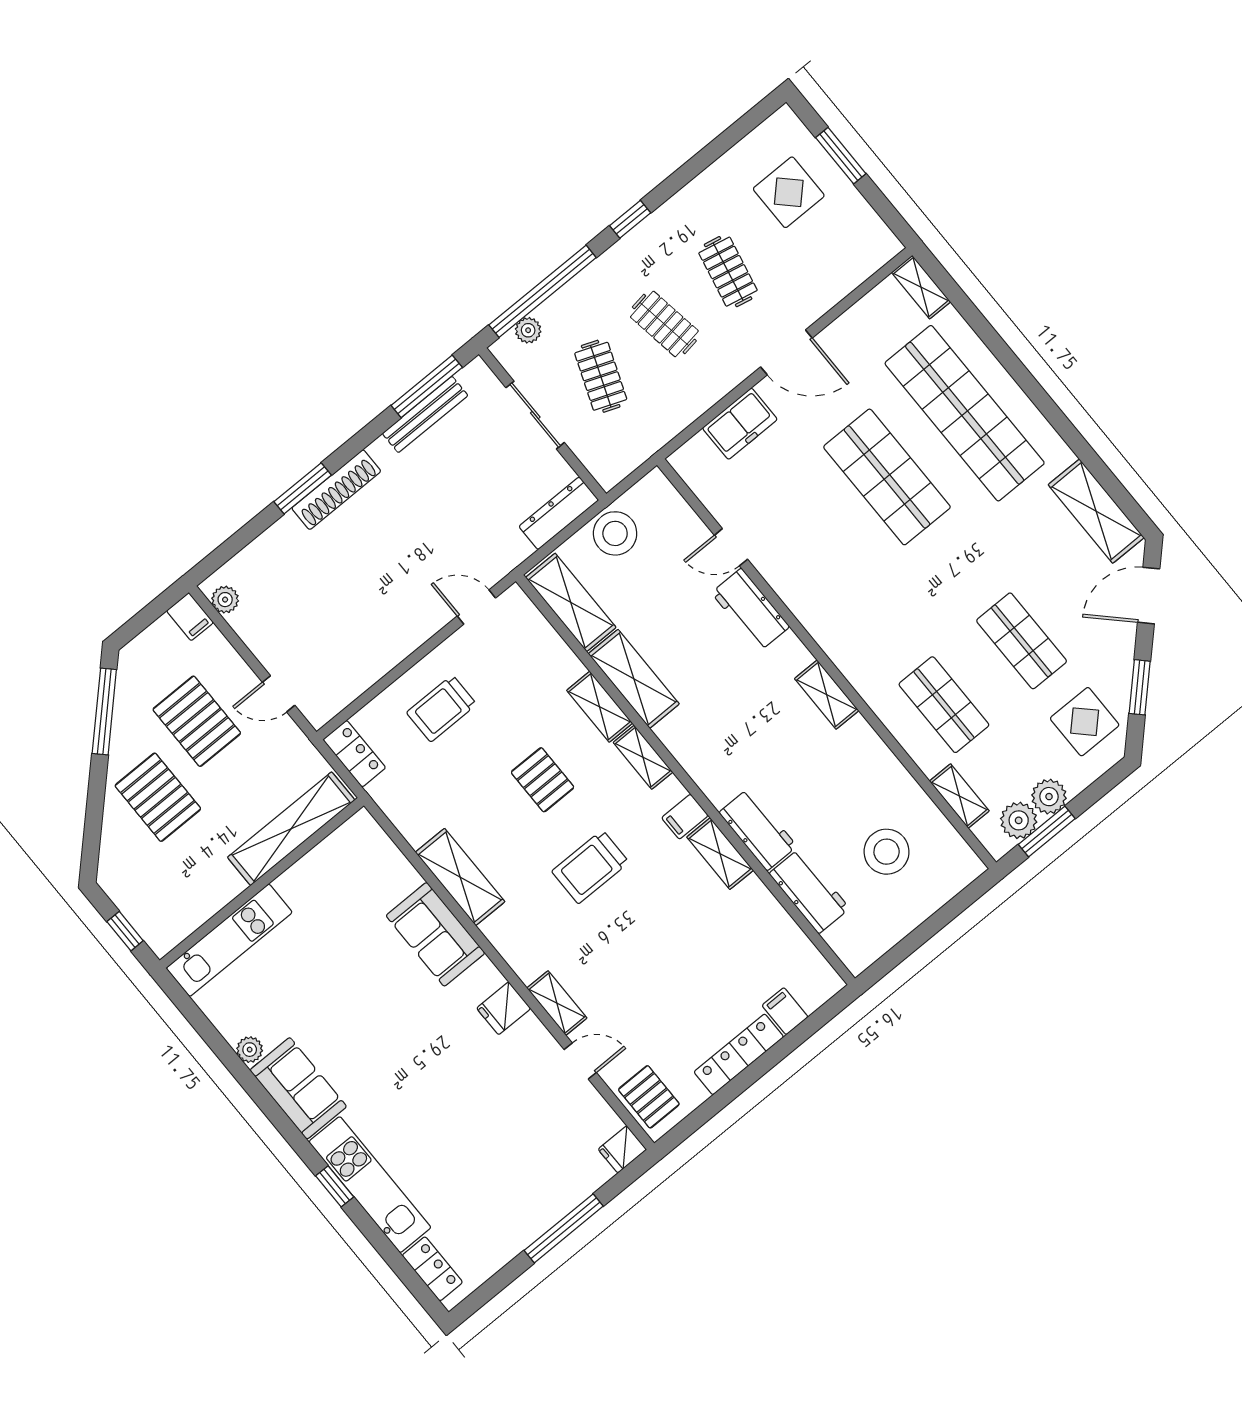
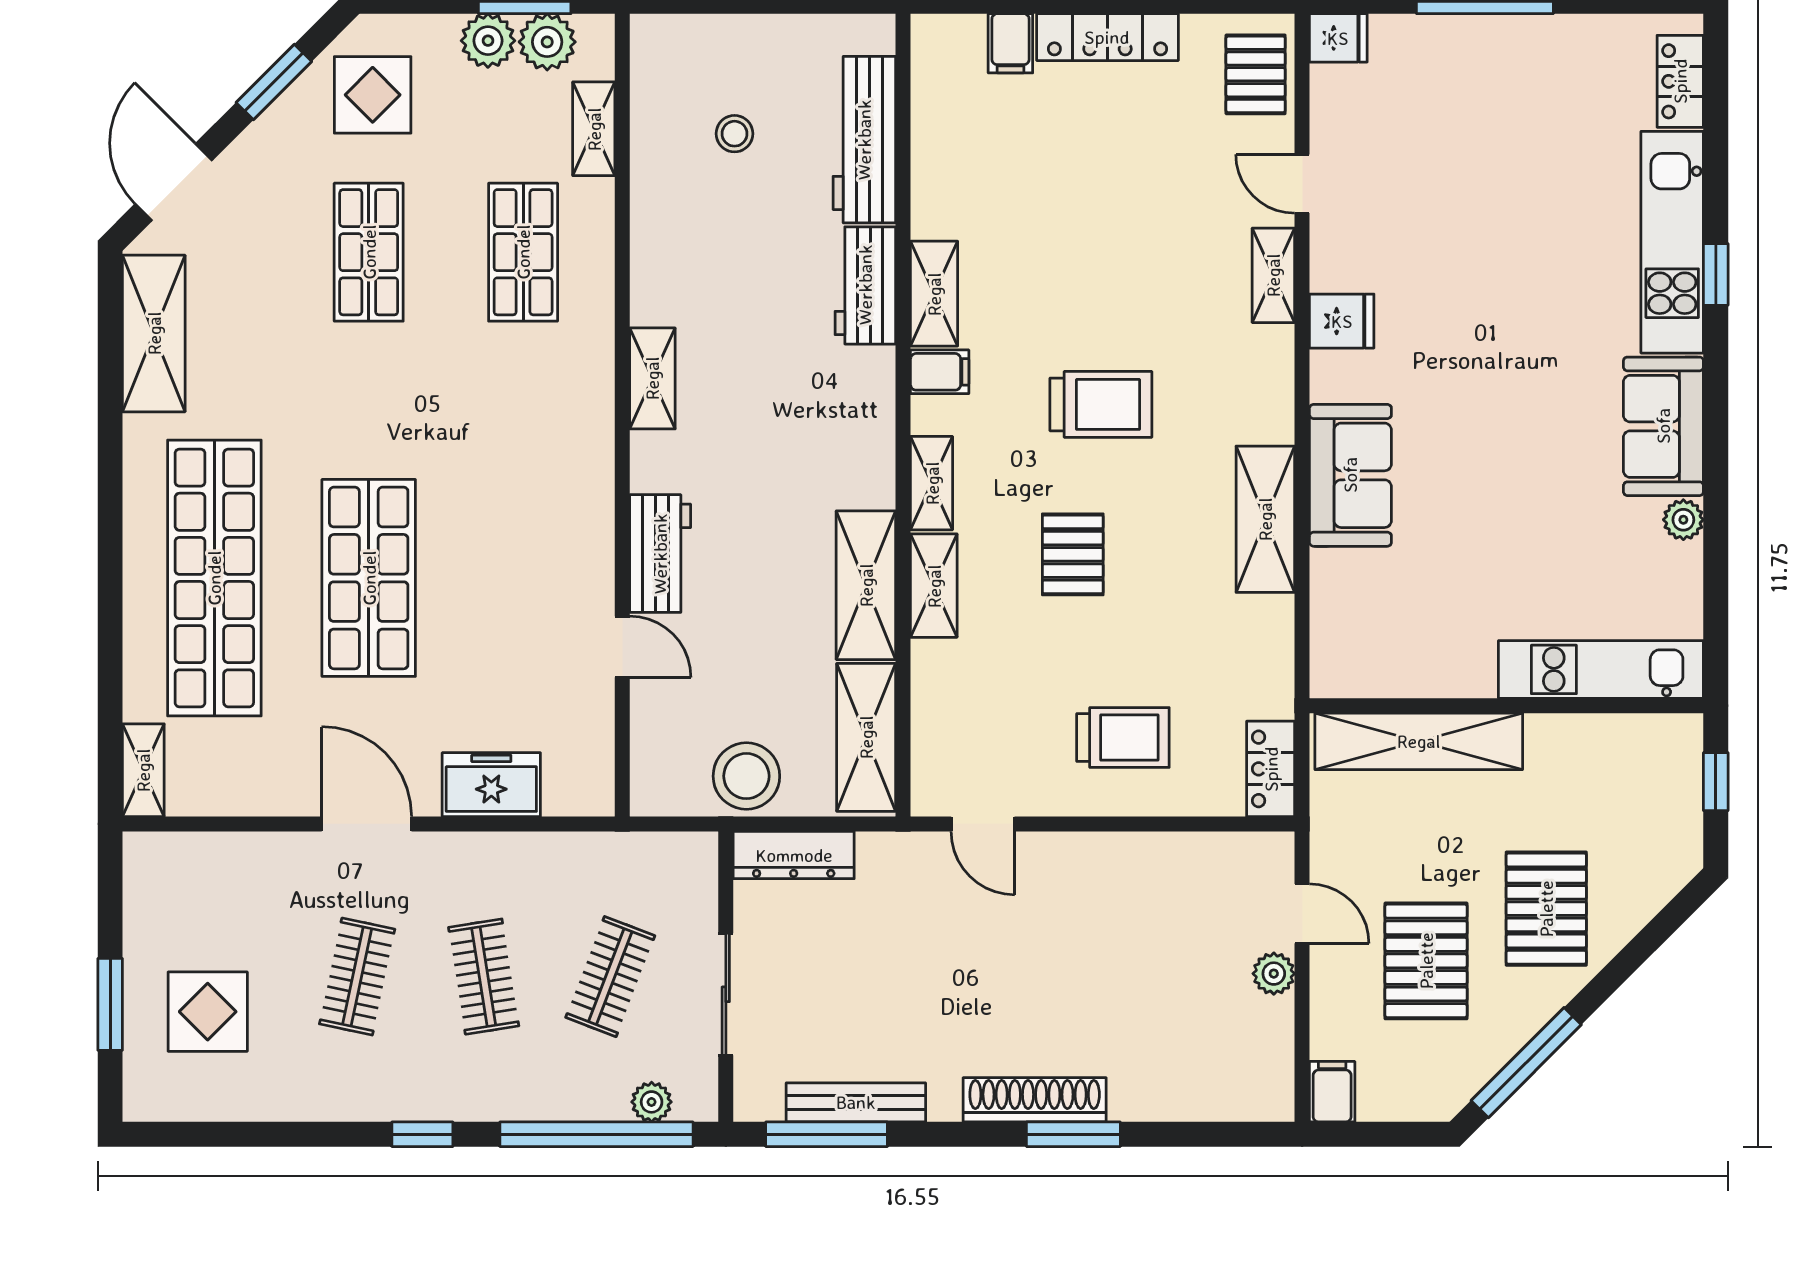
door: (1149, 596) -> (174, 182), swing flipped
plant: (225, 600) -> (1274, 974), moved
stool: (887, 852) -> (734, 134), width x0.53, depth x0.53
workbench: (809, 891) -> (864, 140), width x1.38

